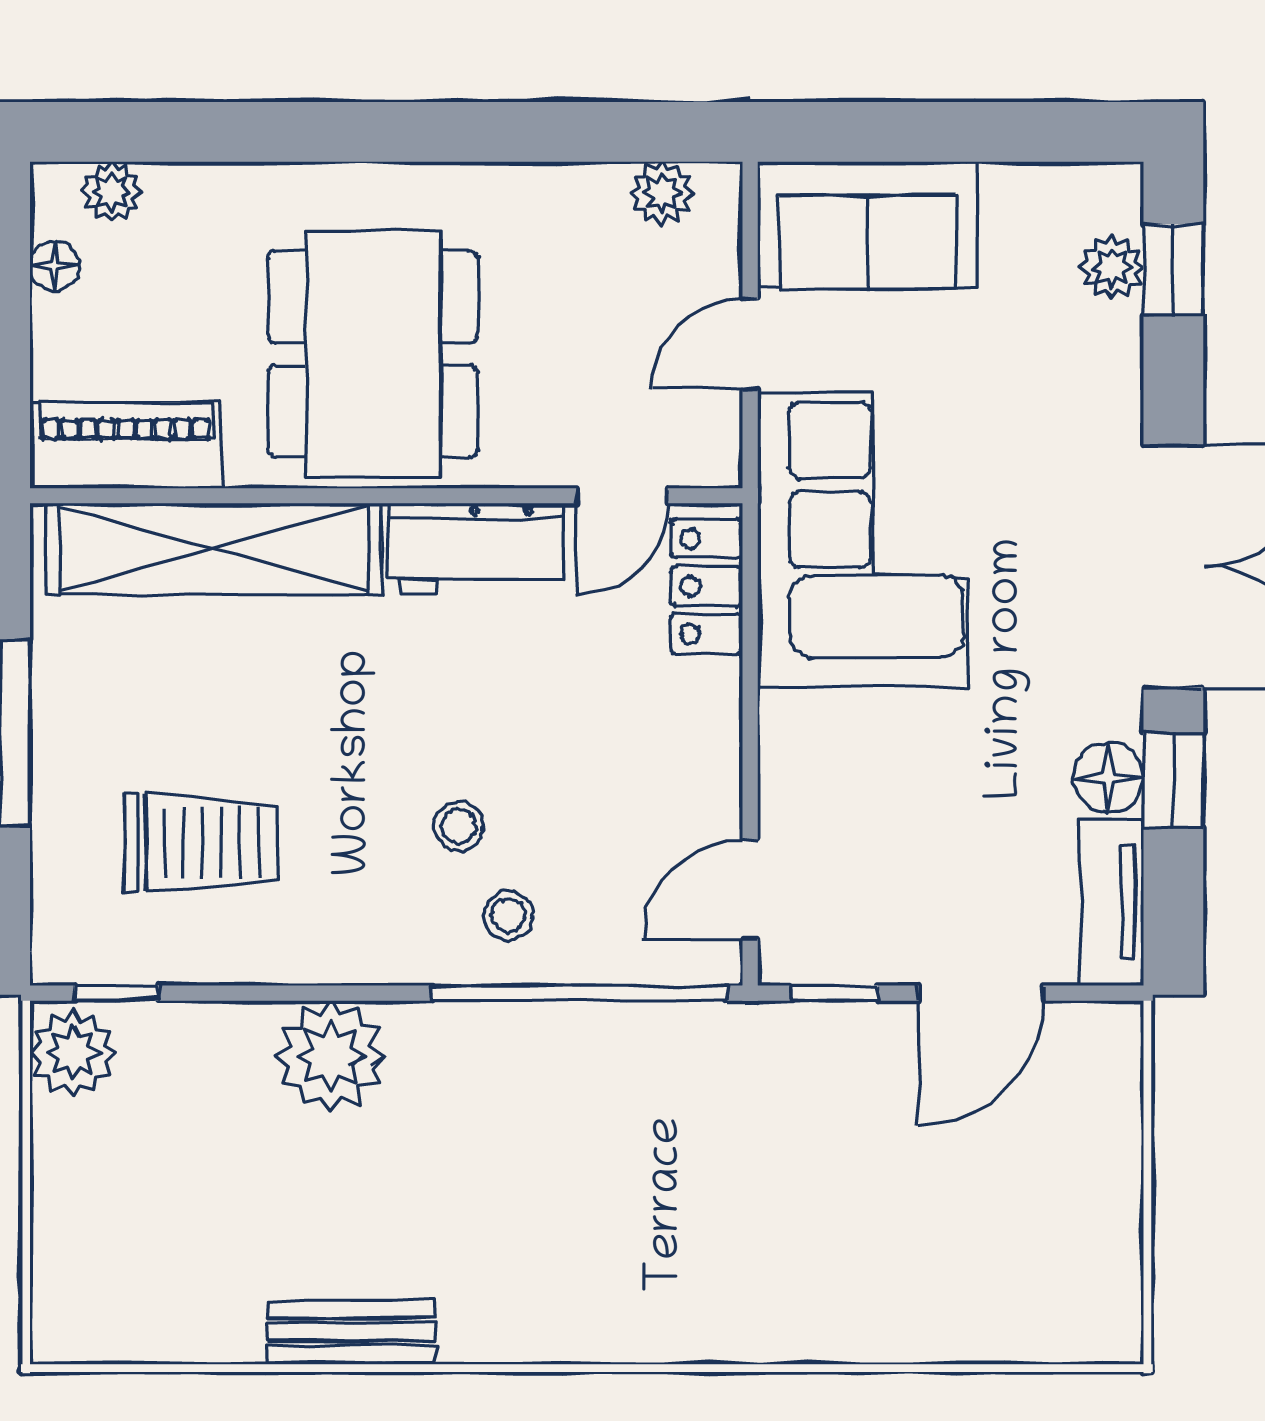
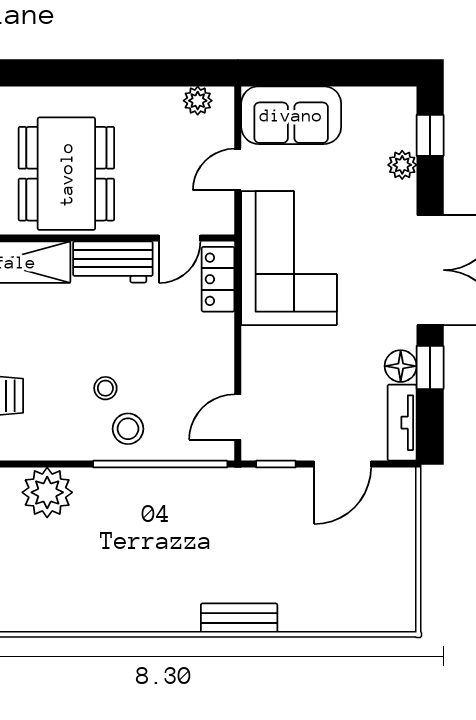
plant: (1112, 268) -> (402, 165), moved
stool: (508, 915) -> (128, 429), width x1.37, depth x1.37
bench: (351, 1332) -> (239, 618), moved

